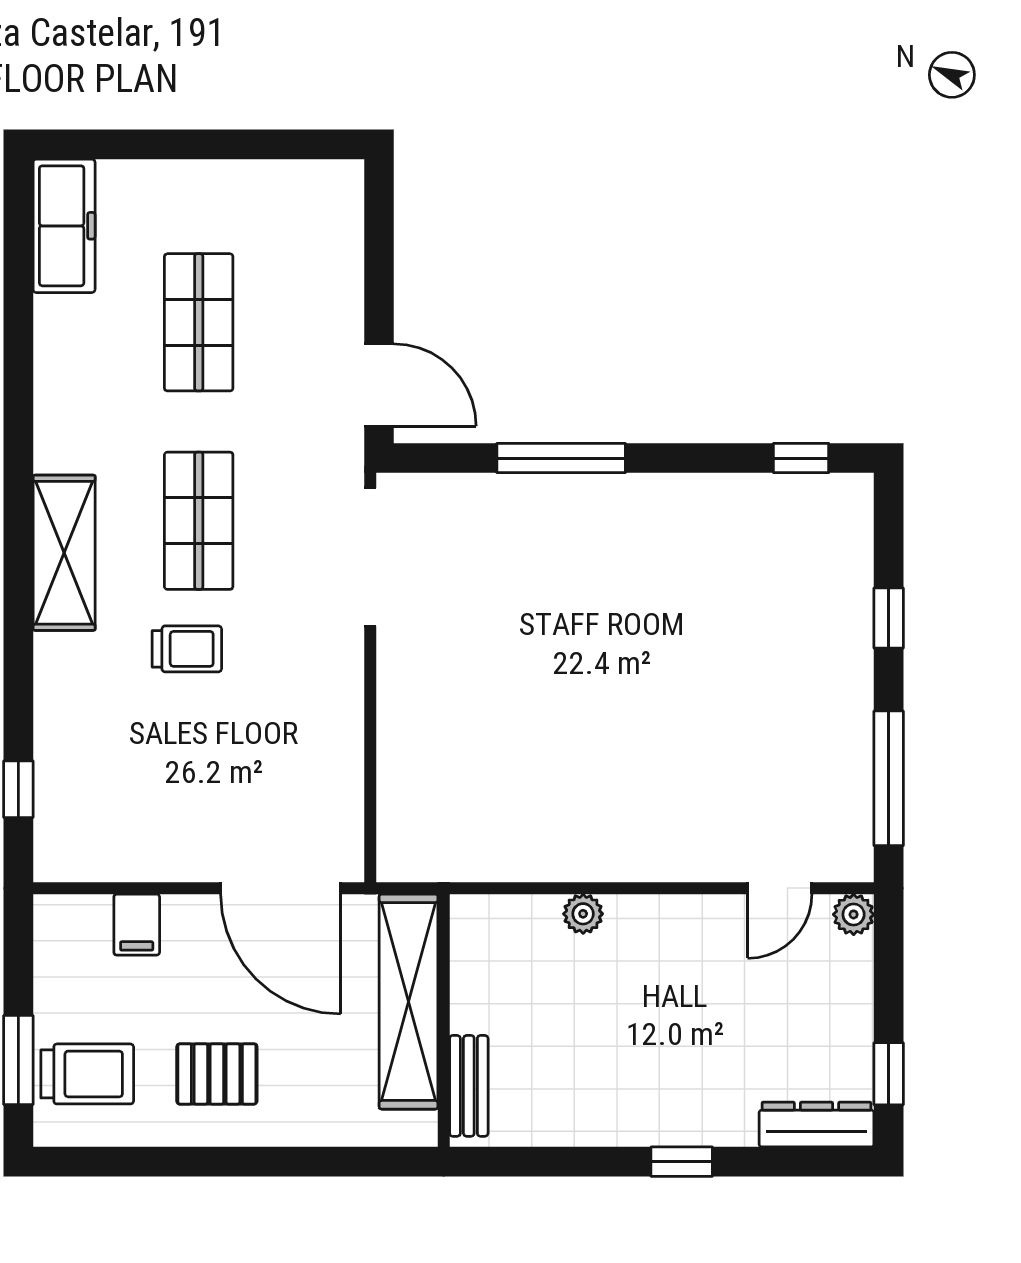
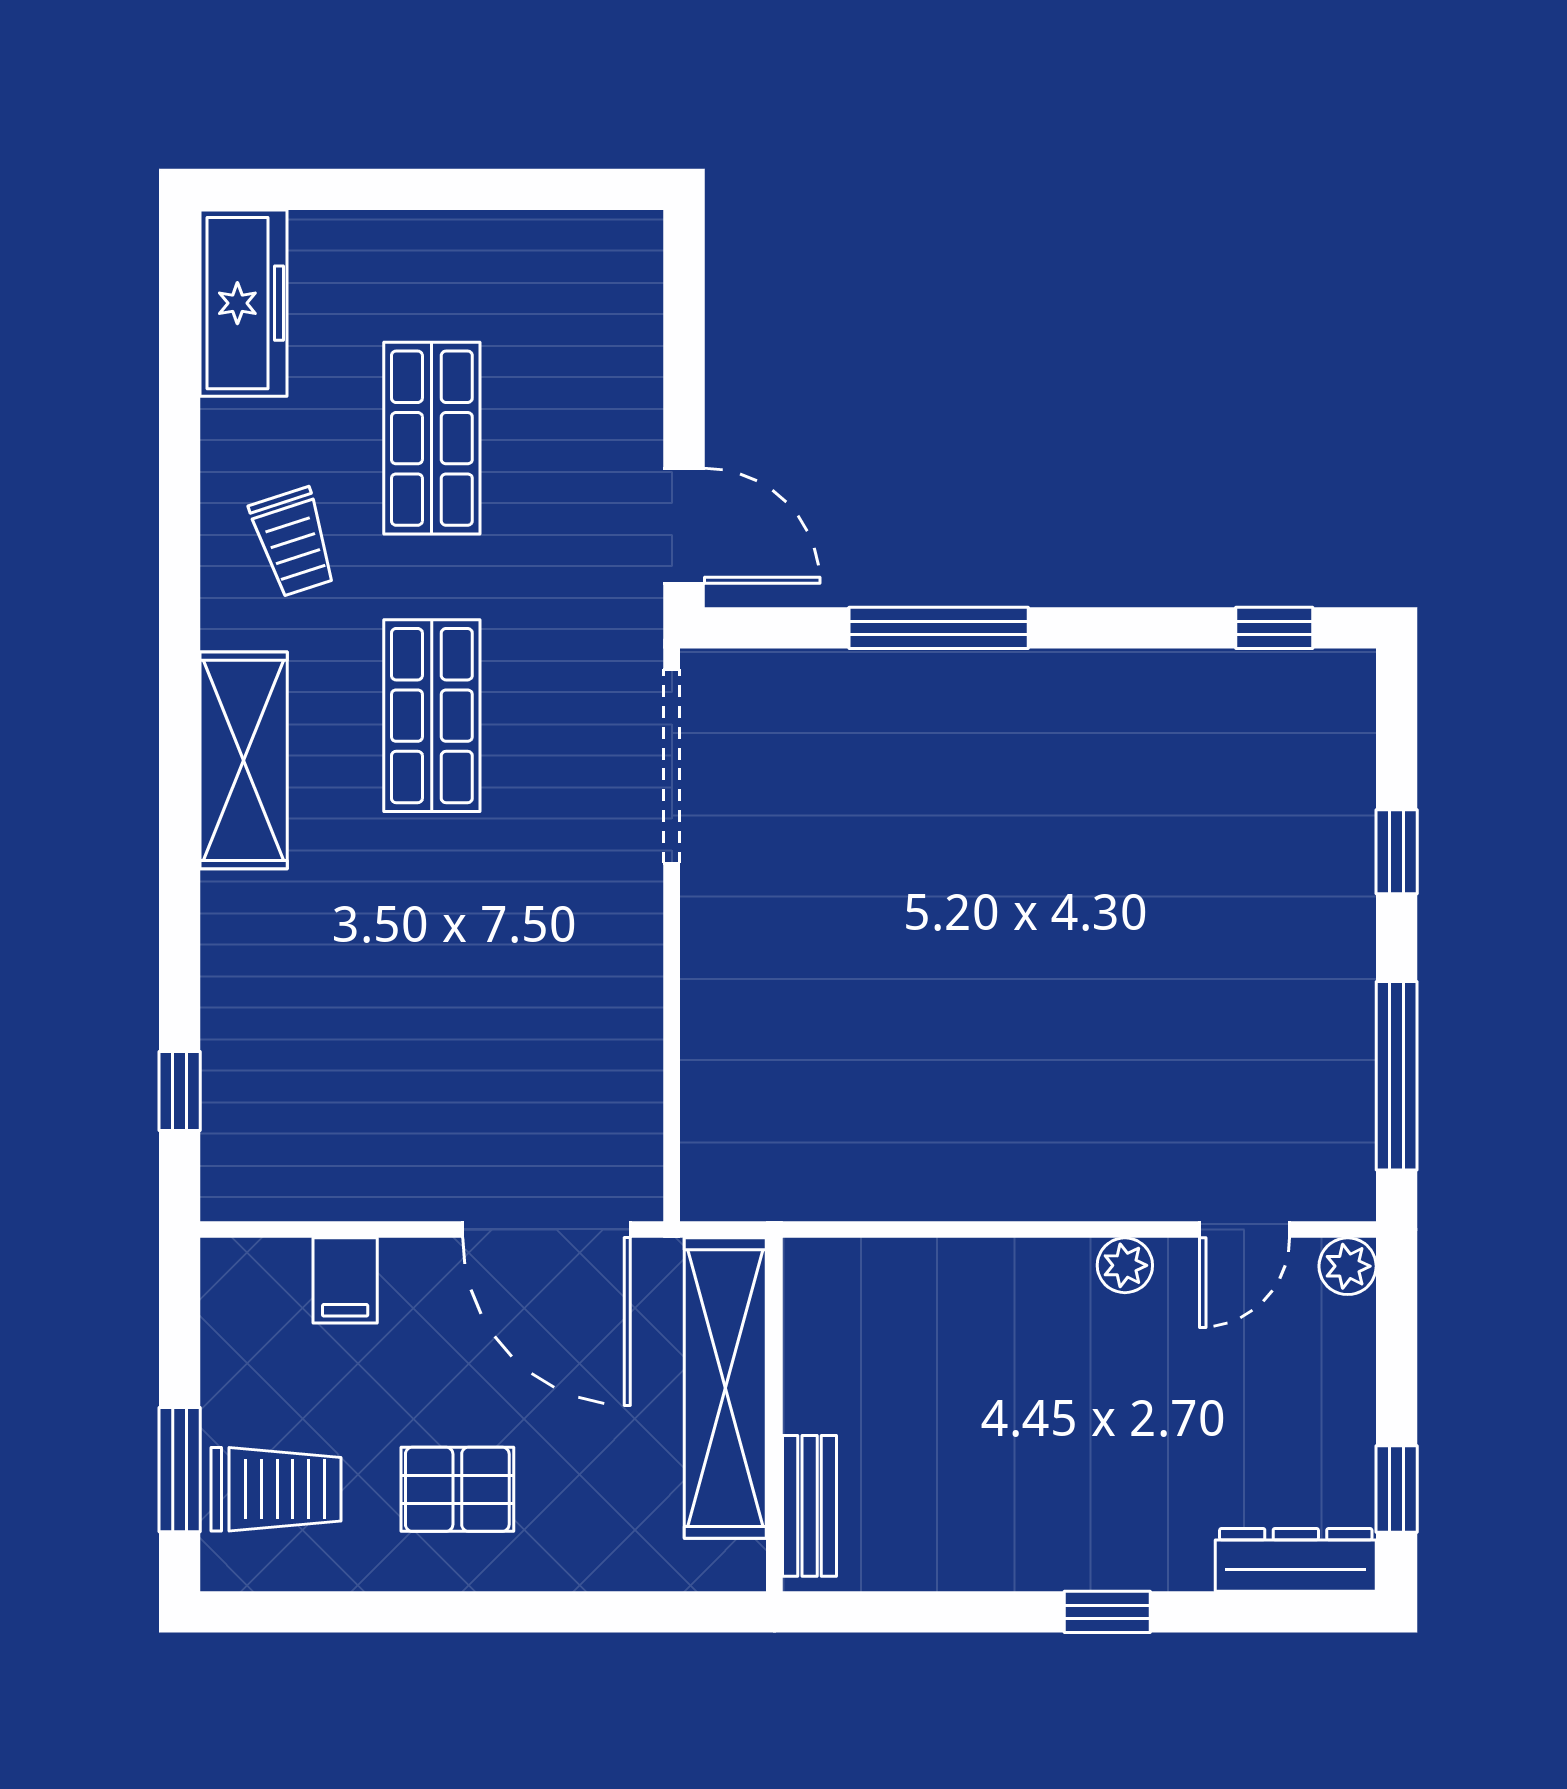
trolley: (187, 649) -> (293, 542), moved, turned 72
plant: (583, 914) -> (1125, 1265), moved

